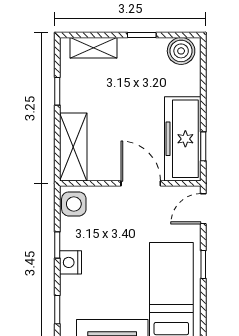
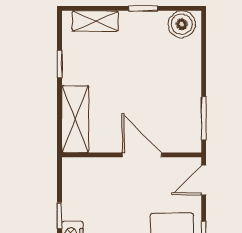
freezer: (183, 139) -> (183, 111), removed
window: (203, 146) -> (204, 118), width x1.50
side table: (74, 204) -> (76, 175), removed

